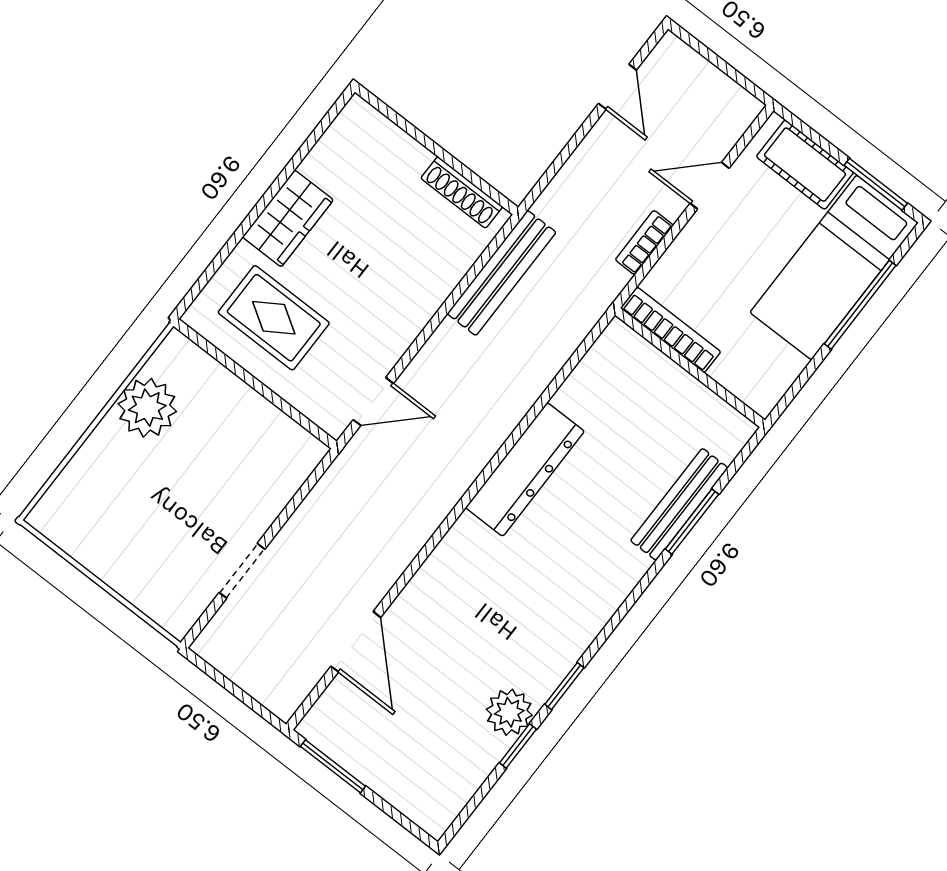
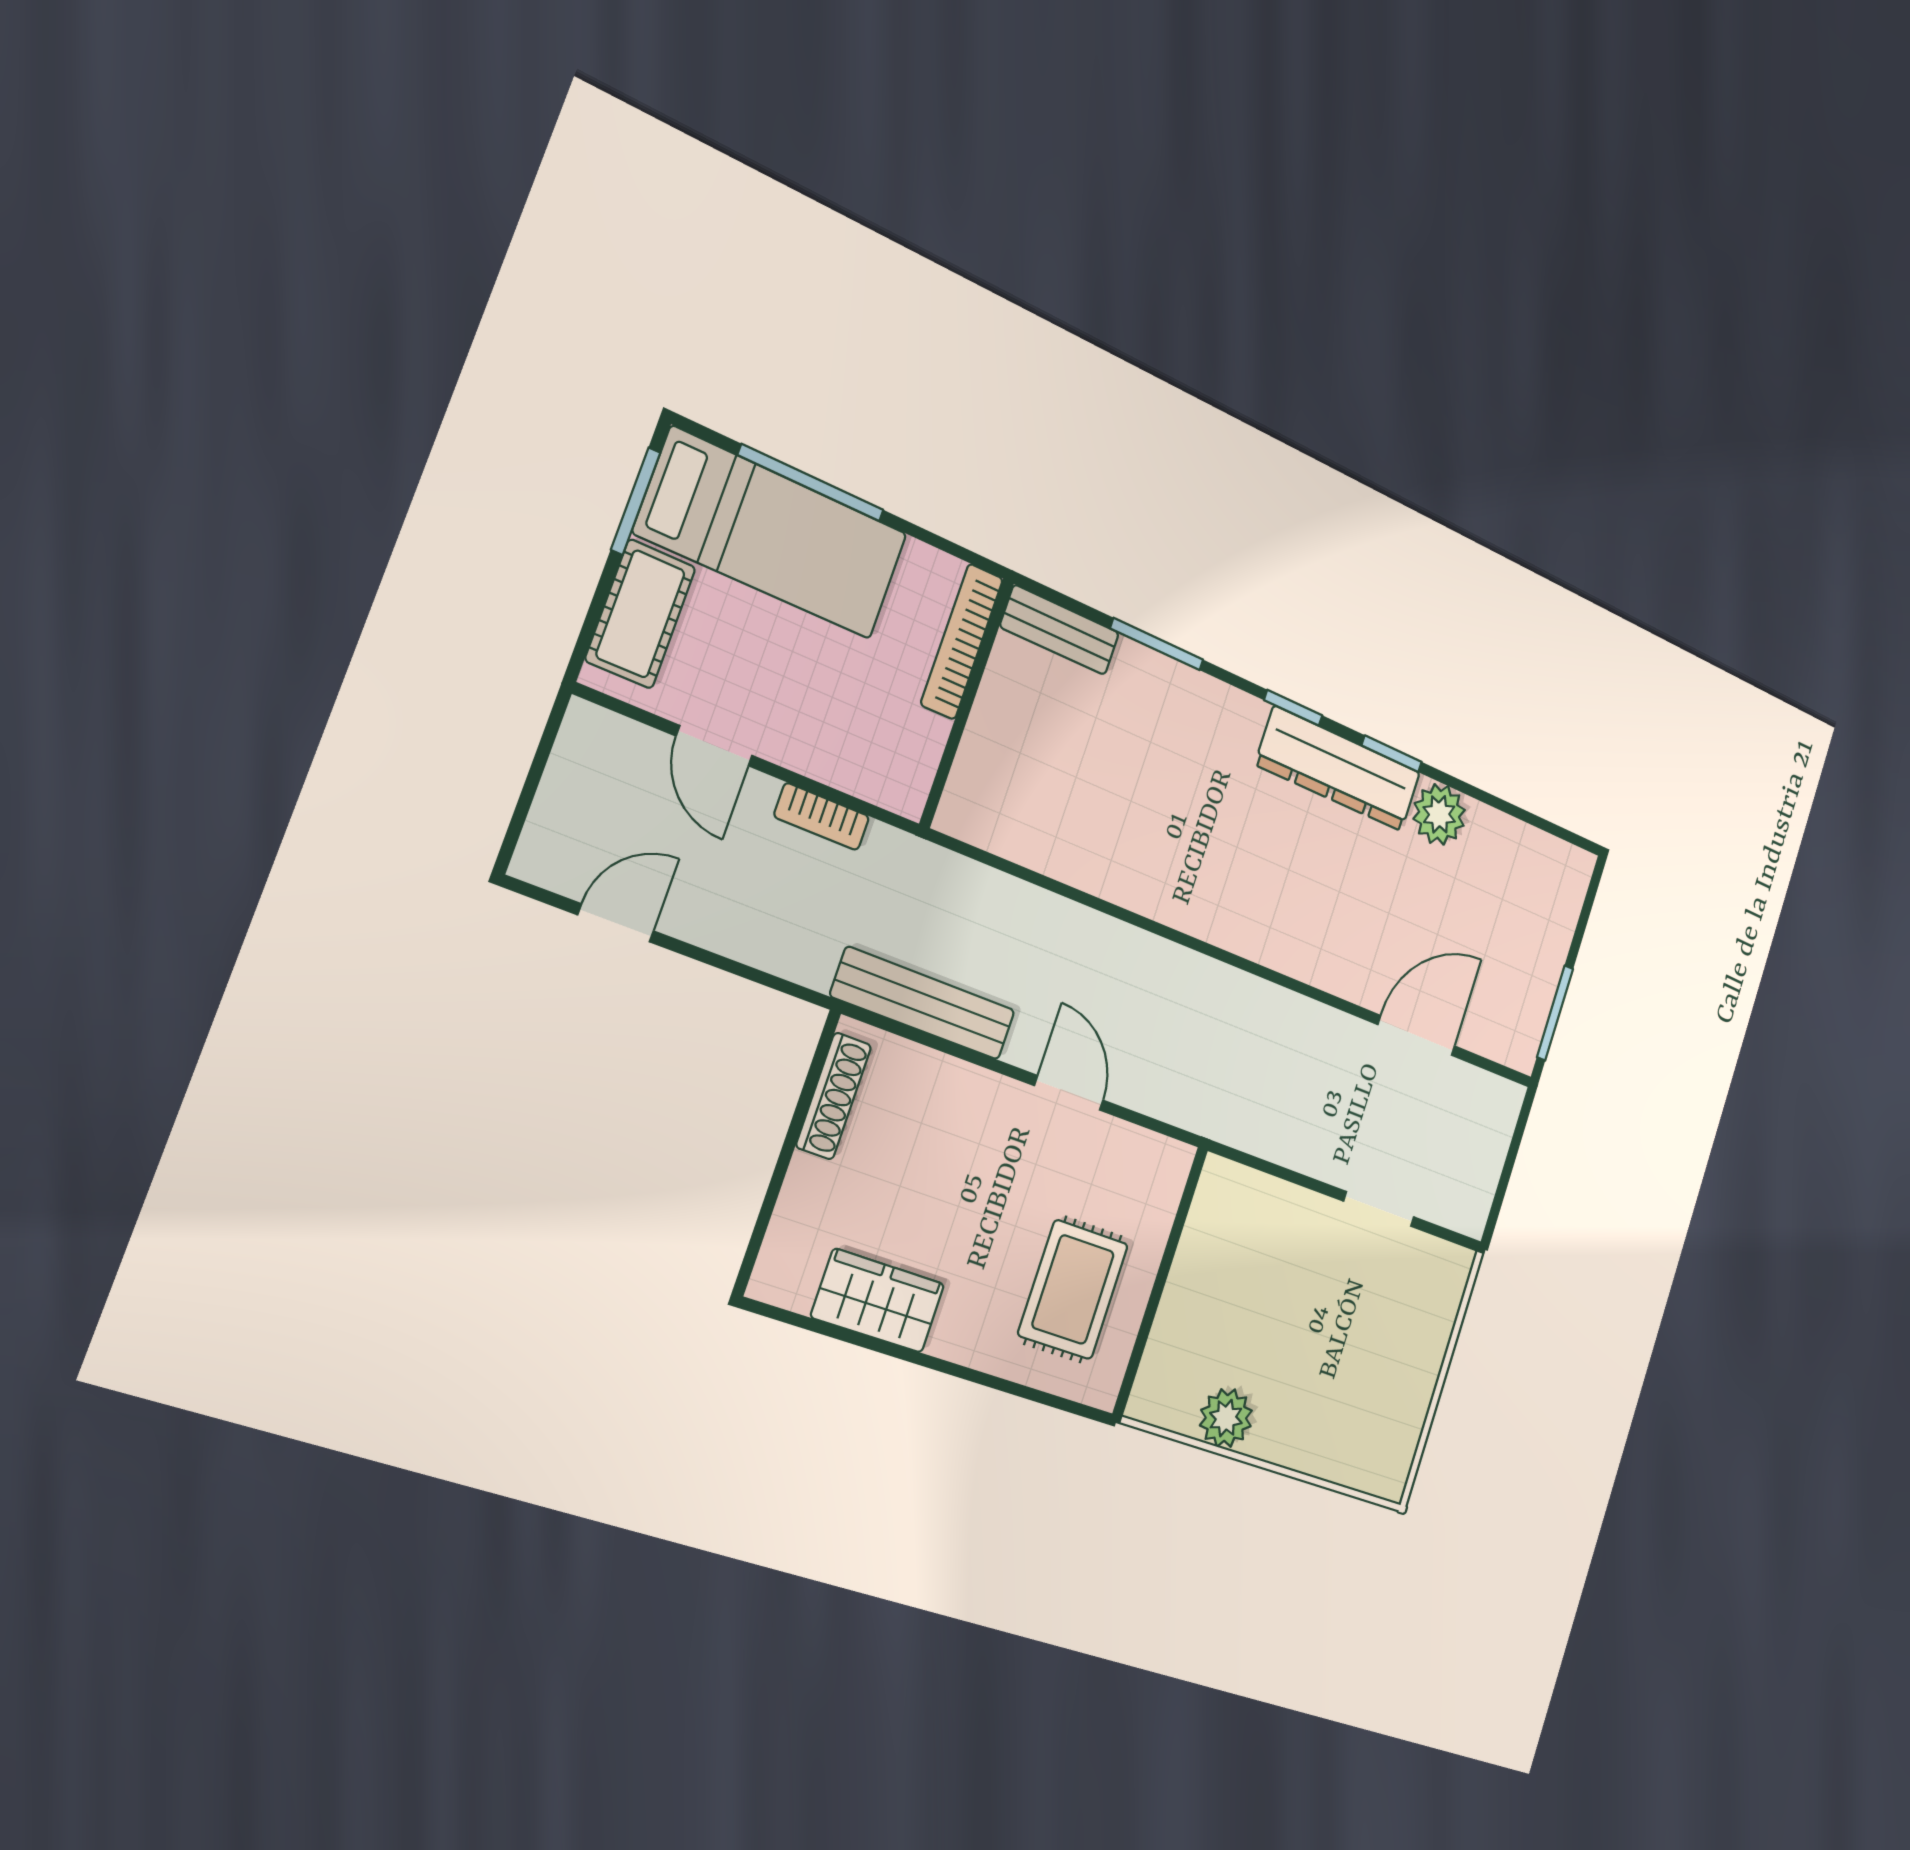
wardrobe: (288, 218) -> (878, 1301), moved
bookcase: (671, 330) -> (962, 641), moved
door: (373, 402) -> (1069, 1093), moved
plant: (147, 408) -> (1226, 1418), width x0.73, depth x0.73
dresser: (525, 469) -> (1338, 769), moved, turned 180
bench: (679, 504) -> (1060, 630), moved, width x0.73
window: (518, 746) -> (1293, 708), moved

